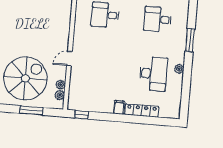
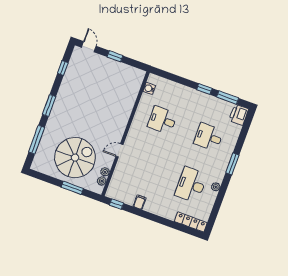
desk: (153, 74) -> (191, 185), turned 180
filing cabinet: (119, 107) -> (140, 202), moved
locker: (142, 110) -> (191, 222), moved

